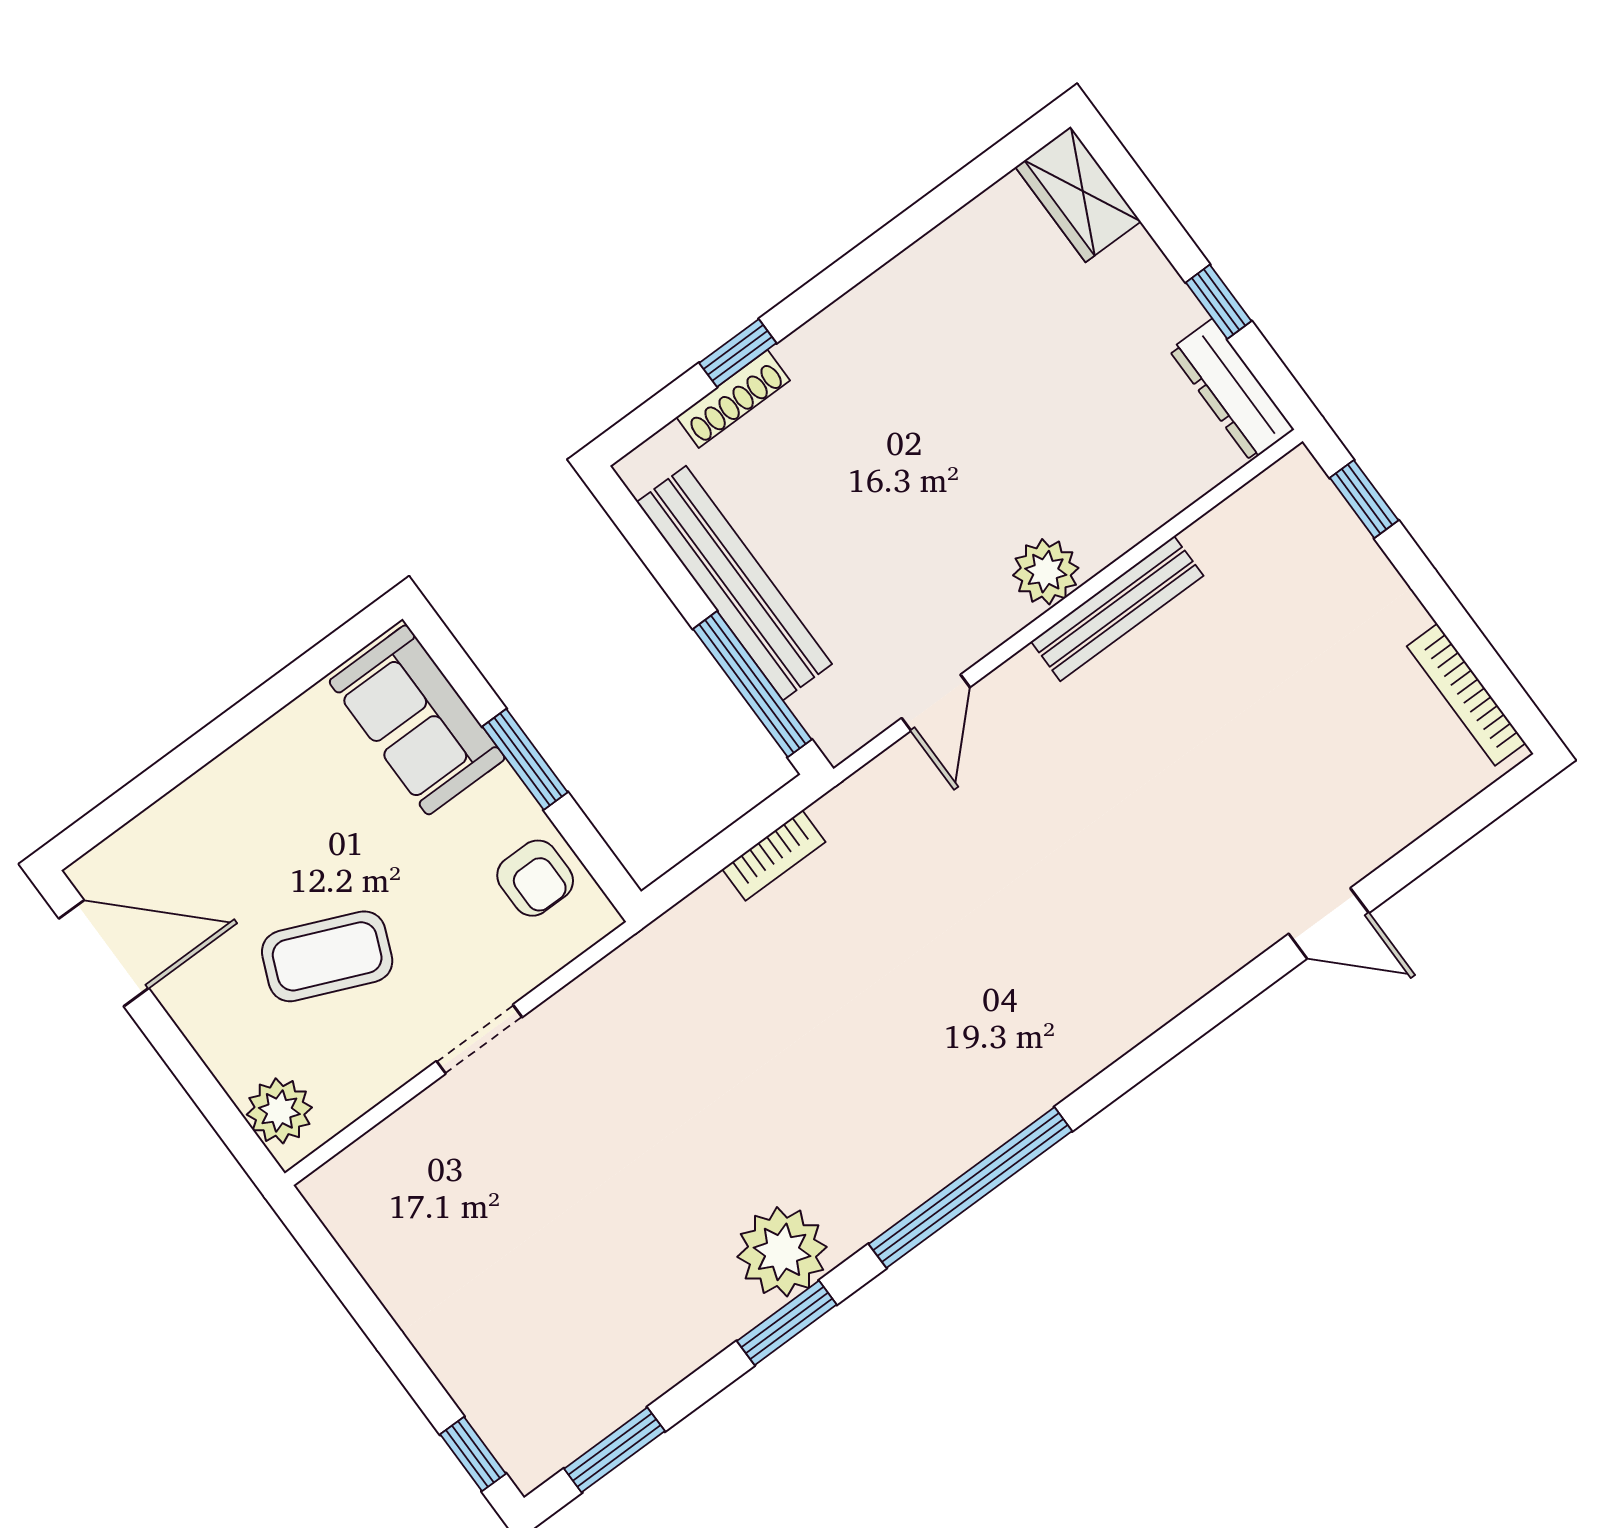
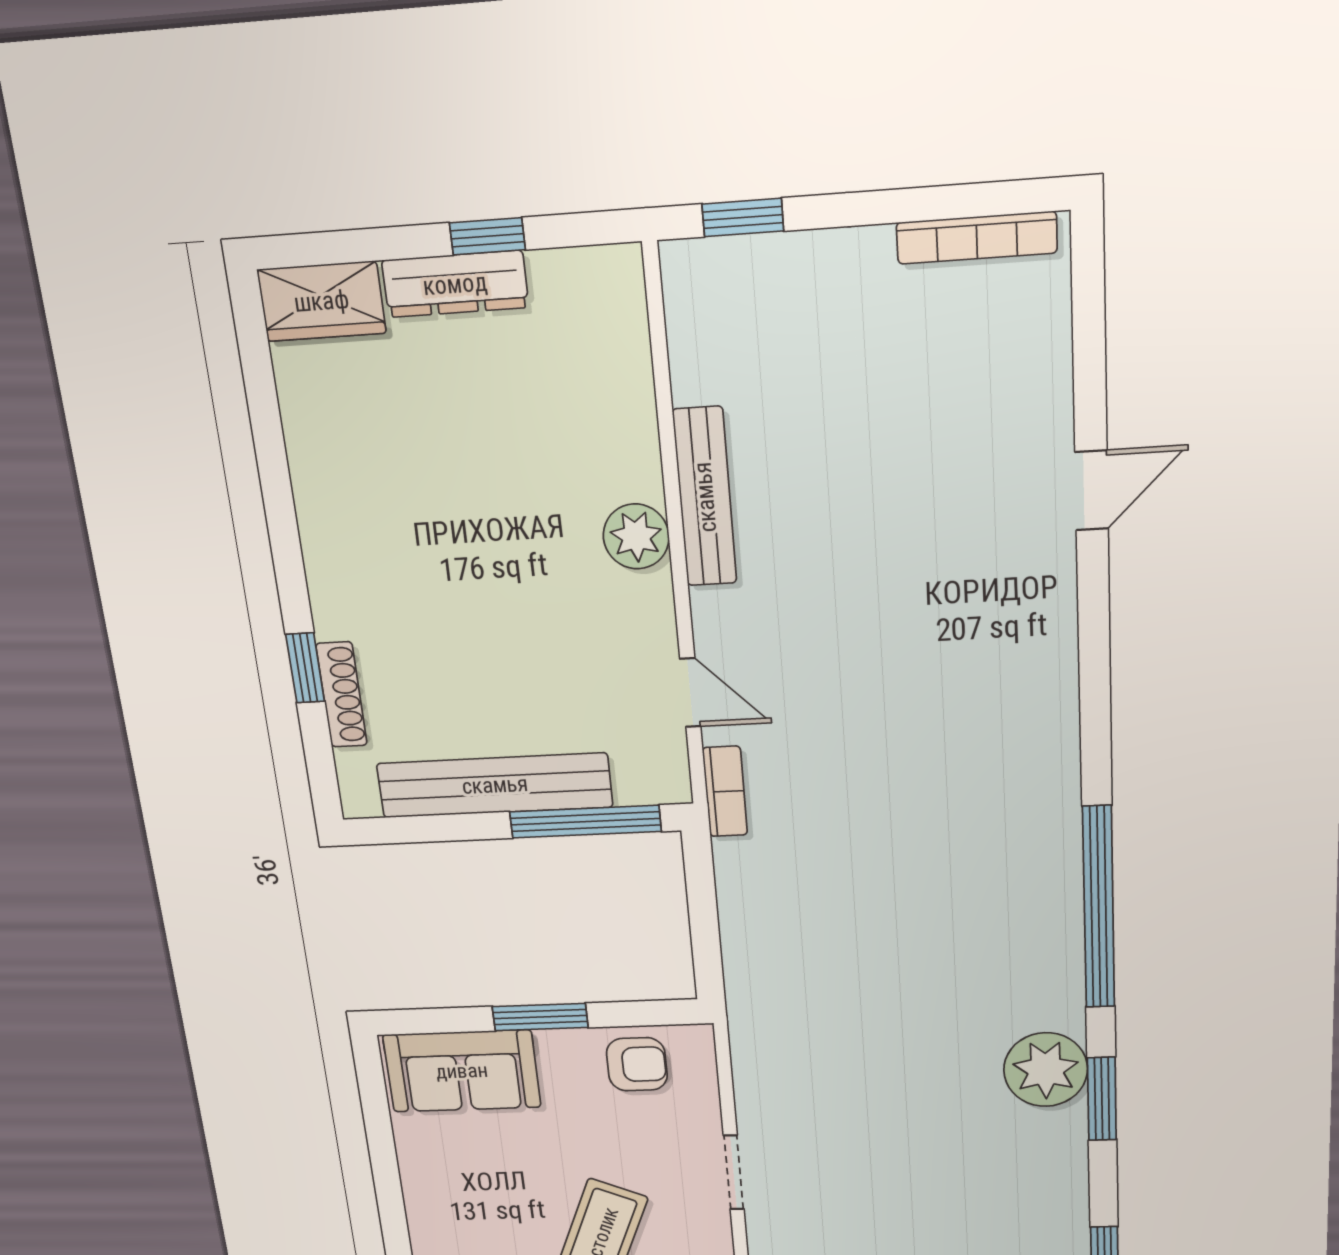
dresser: (1232, 390) -> (455, 284), moved
bookcase: (774, 856) -> (725, 791), moved

